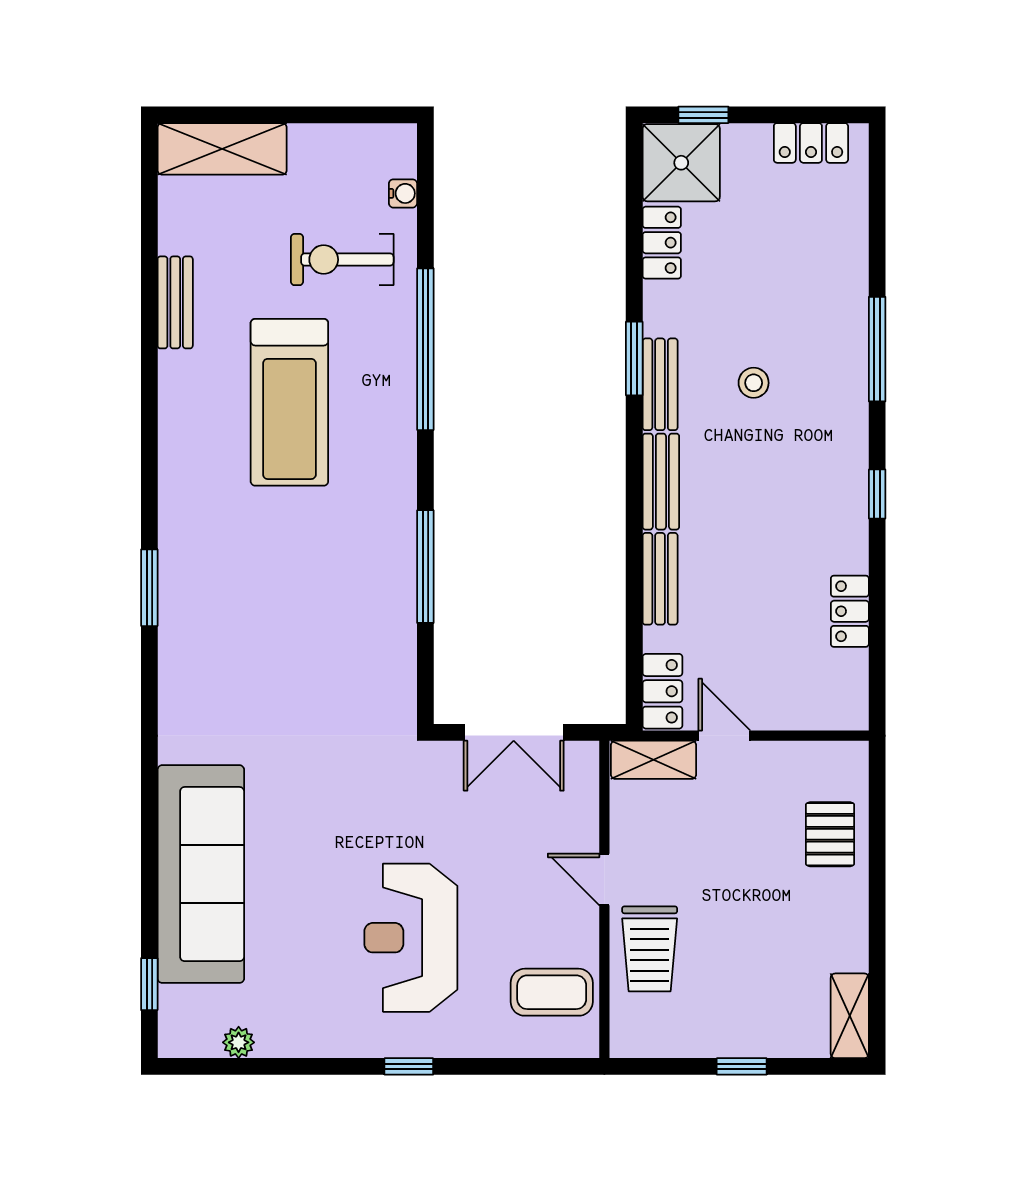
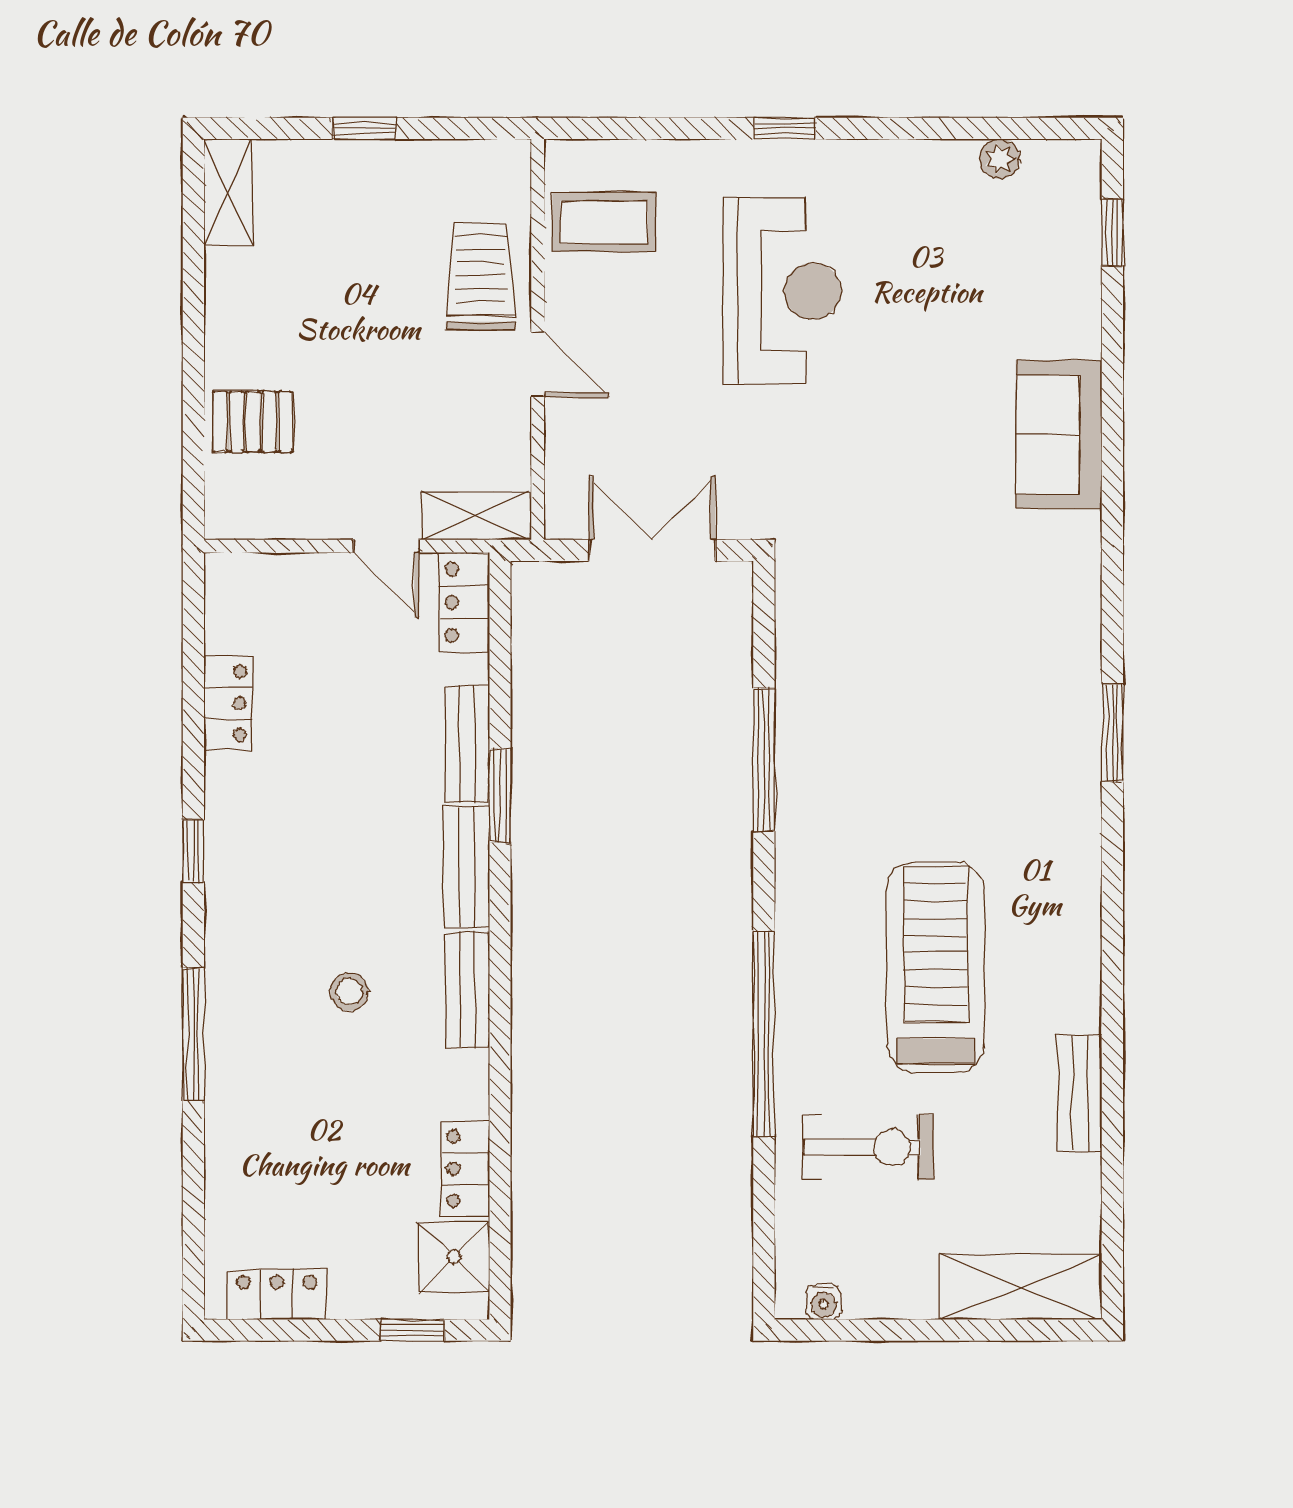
shower: (681, 163) -> (454, 1257), width x0.73, depth x0.73
water cooler: (403, 193) -> (824, 1302), moved, turned -90
window: (634, 358) -> (500, 796), moved
pallet: (830, 834) -> (253, 422), turned 90
sofa: (201, 874) -> (1059, 435), width x0.54, depth x0.79

